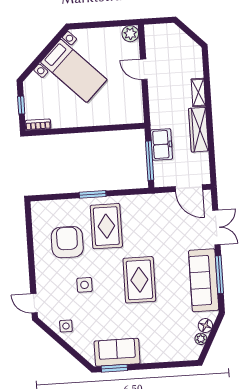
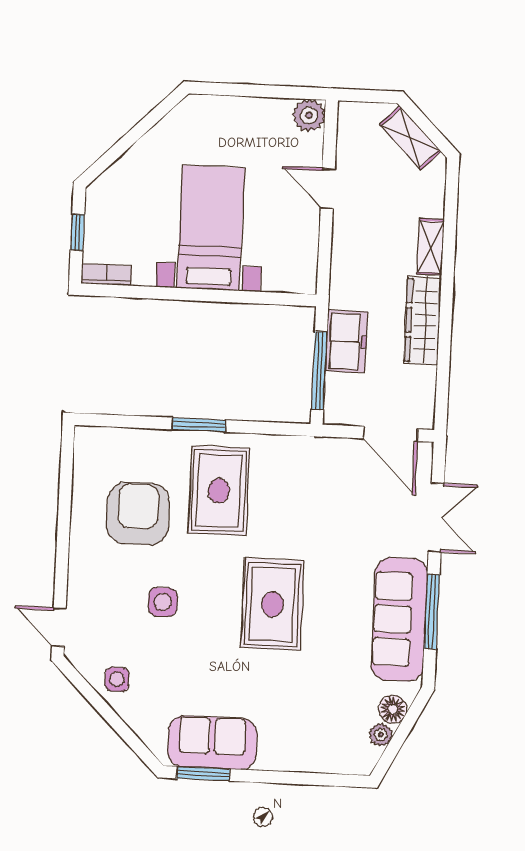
shelving: (182, 39) -> (410, 138), added
bed with nightstands: (74, 71) -> (211, 228), moved, turned -135

